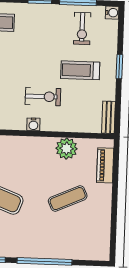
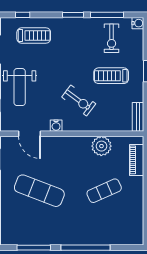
exercise bike: (43, 97) -> (79, 100), turned 37
water cooler: (33, 124) -> (56, 126), moved

